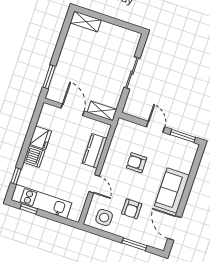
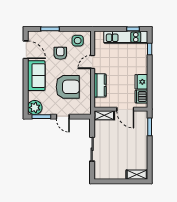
plant: (187, 150) -> (35, 108), added
dishwasher: (34, 157) -> (141, 97), moved
armchair: (137, 163) -> (68, 87), width x1.88, depth x1.88
door: (94, 184) -> (93, 62), hinge flipped

